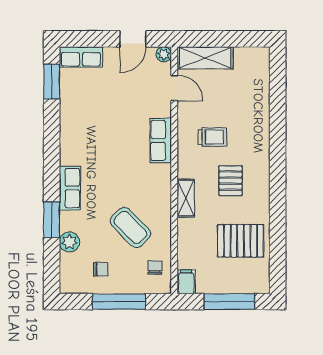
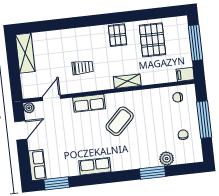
door: (133, 39) -> (21, 130), hinge flipped
shelving: (205, 58) -> (25, 53), moved
trolley: (212, 137) -> (83, 67), turned 90
pallet: (231, 181) -> (118, 35), moved, turned 90
row of seats: (70, 188) -> (95, 166), moved
coffee table: (130, 227) -> (120, 121), moved

